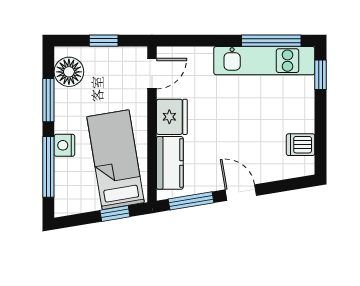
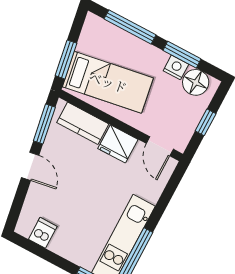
nightstand: (64, 145) -> (176, 67), moved
door: (241, 193) -> (30, 166), hinge flipped
window: (115, 213) -> (66, 59), width x1.50

